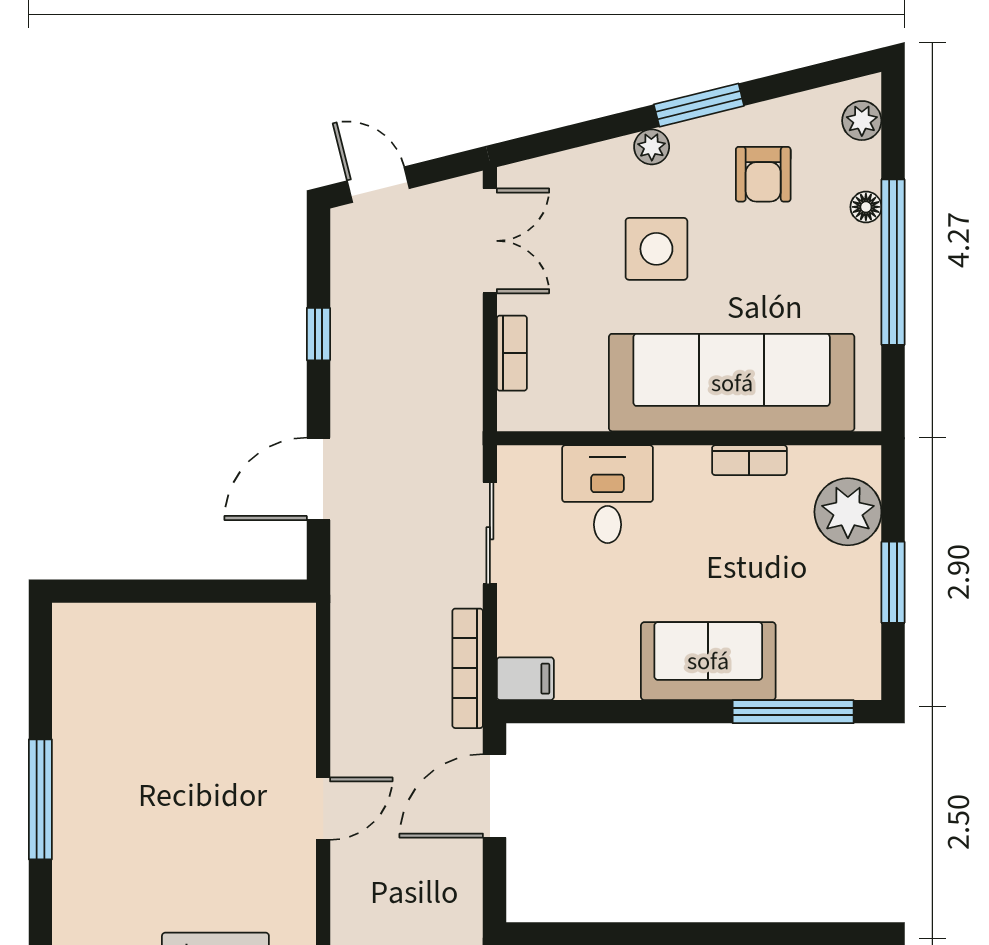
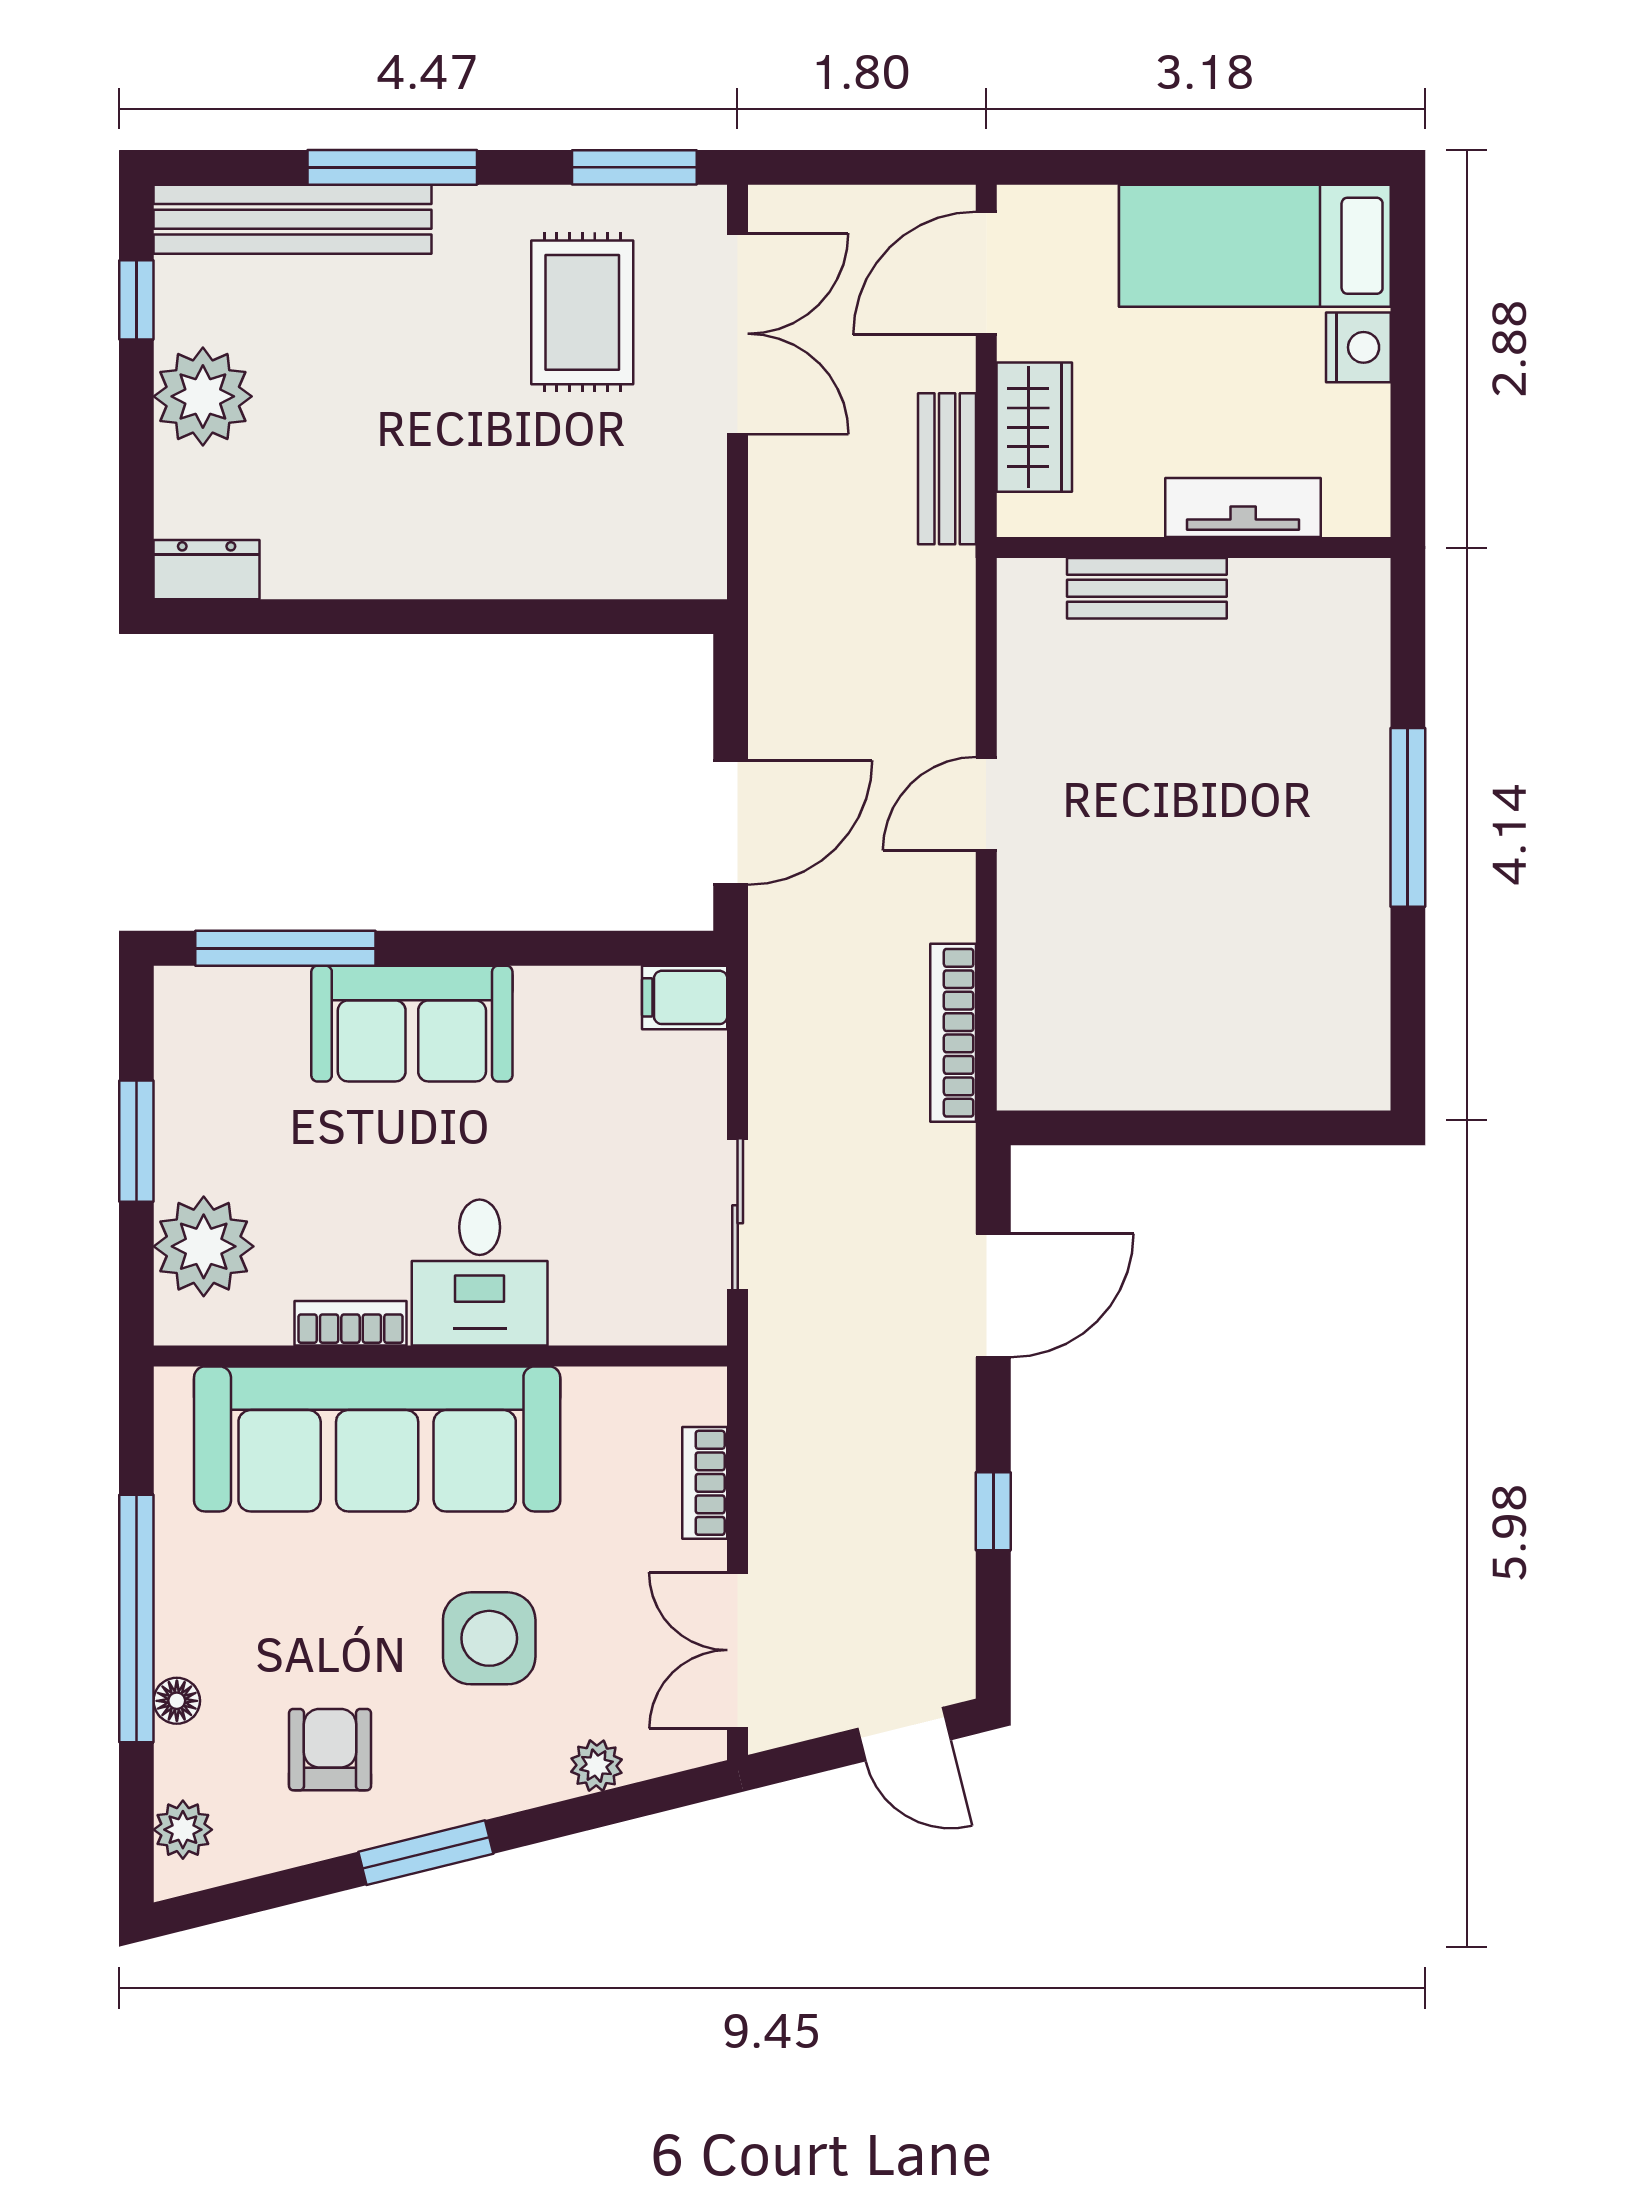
plant: (652, 147) -> (596, 1766), moved
desk: (608, 494) -> (480, 1273), moved
bookcase: (468, 668) -> (953, 1033), moved, turned 180

